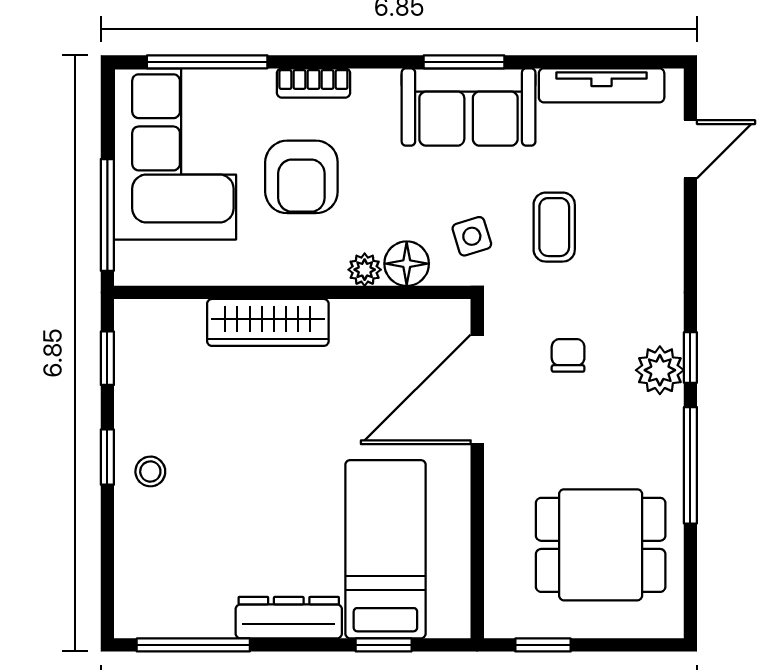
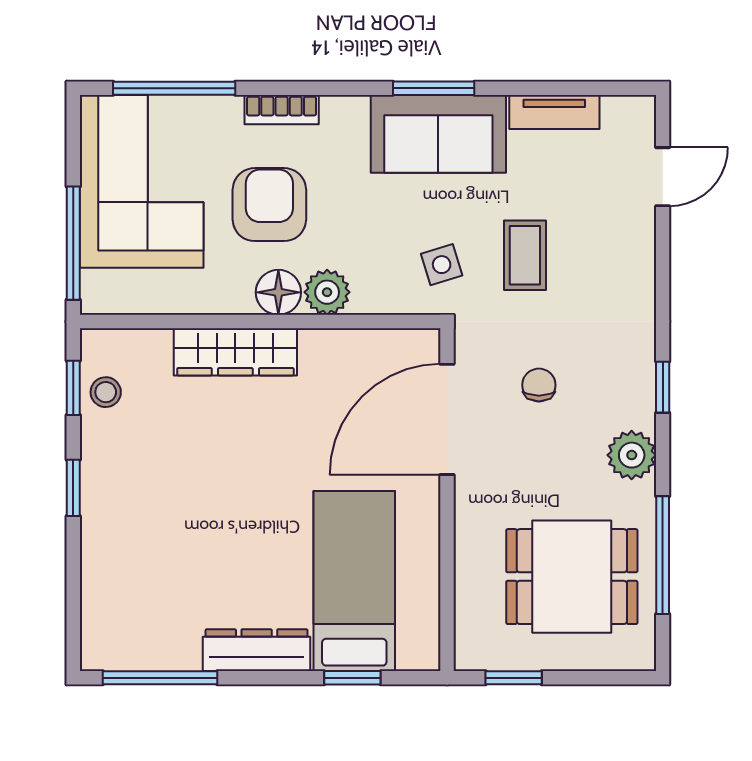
tv unit: (602, 85) -> (554, 112), width x0.71
armchair: (301, 177) -> (269, 205), turned 180
floor lamp: (407, 264) -> (278, 292), moved
plant: (365, 270) -> (327, 292), width x1.38, depth x1.38
plant: (660, 370) -> (632, 455), moved
window: (690, 465) -> (663, 555), moved
stool: (150, 471) -> (106, 392), moved

